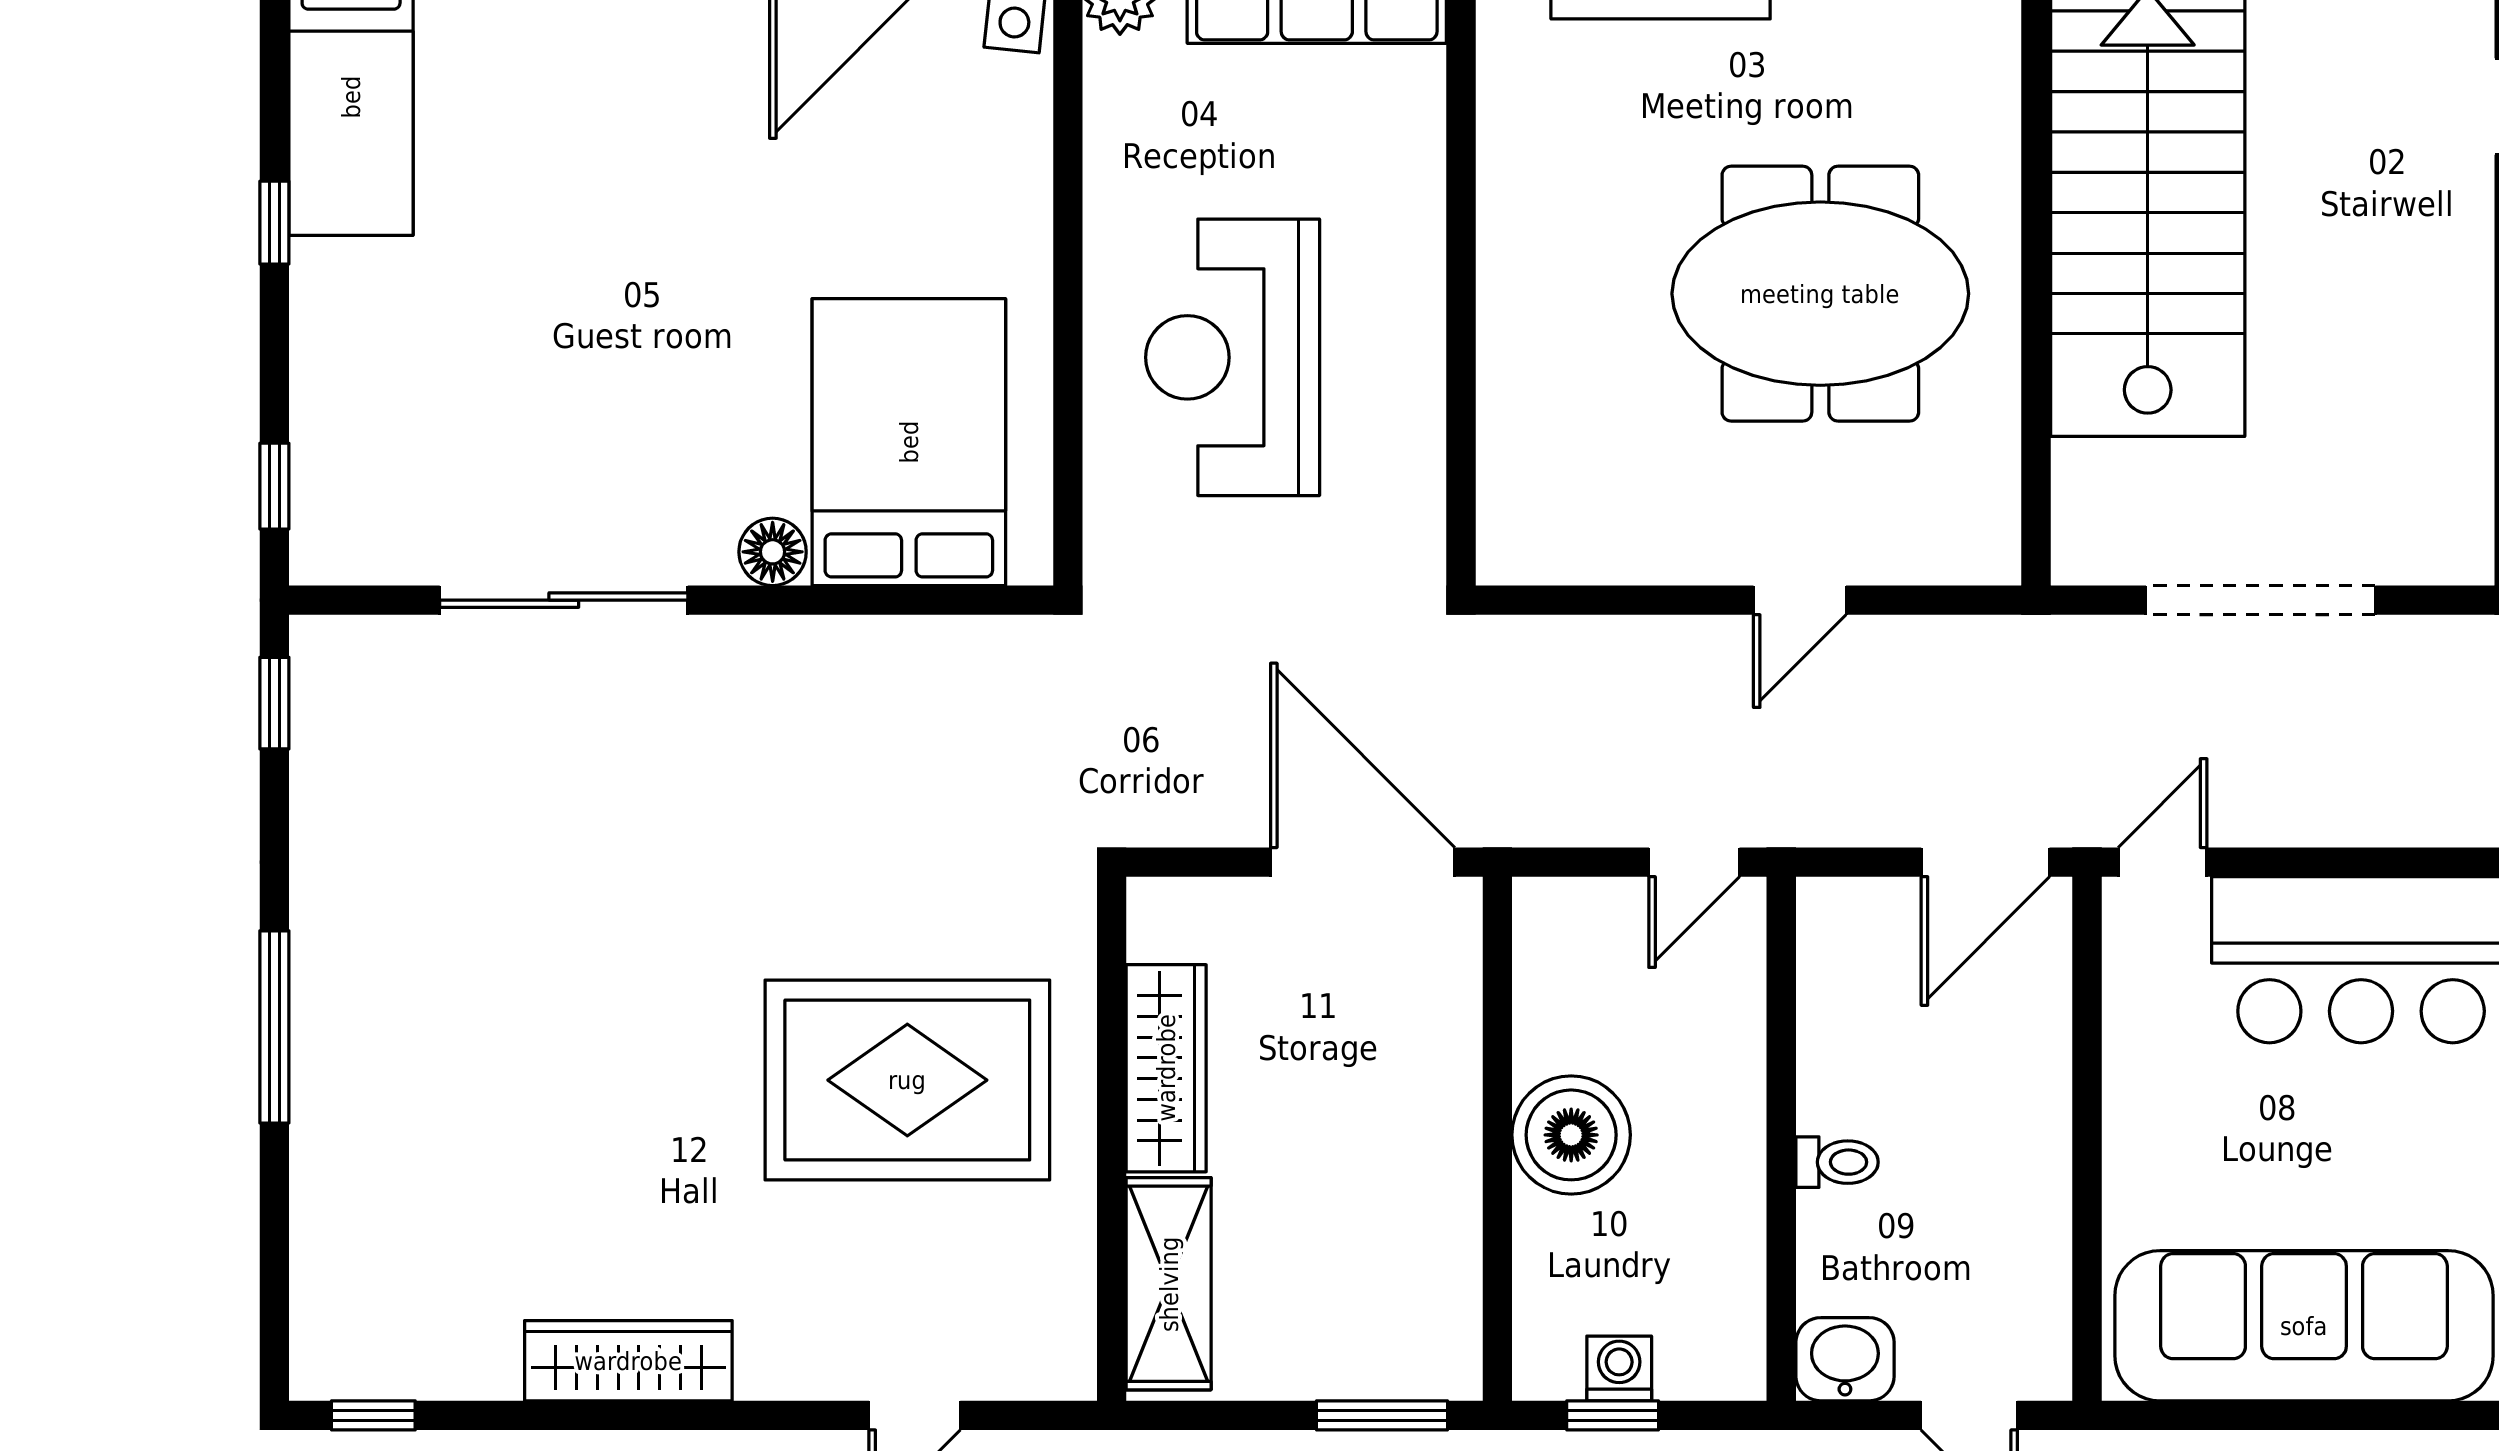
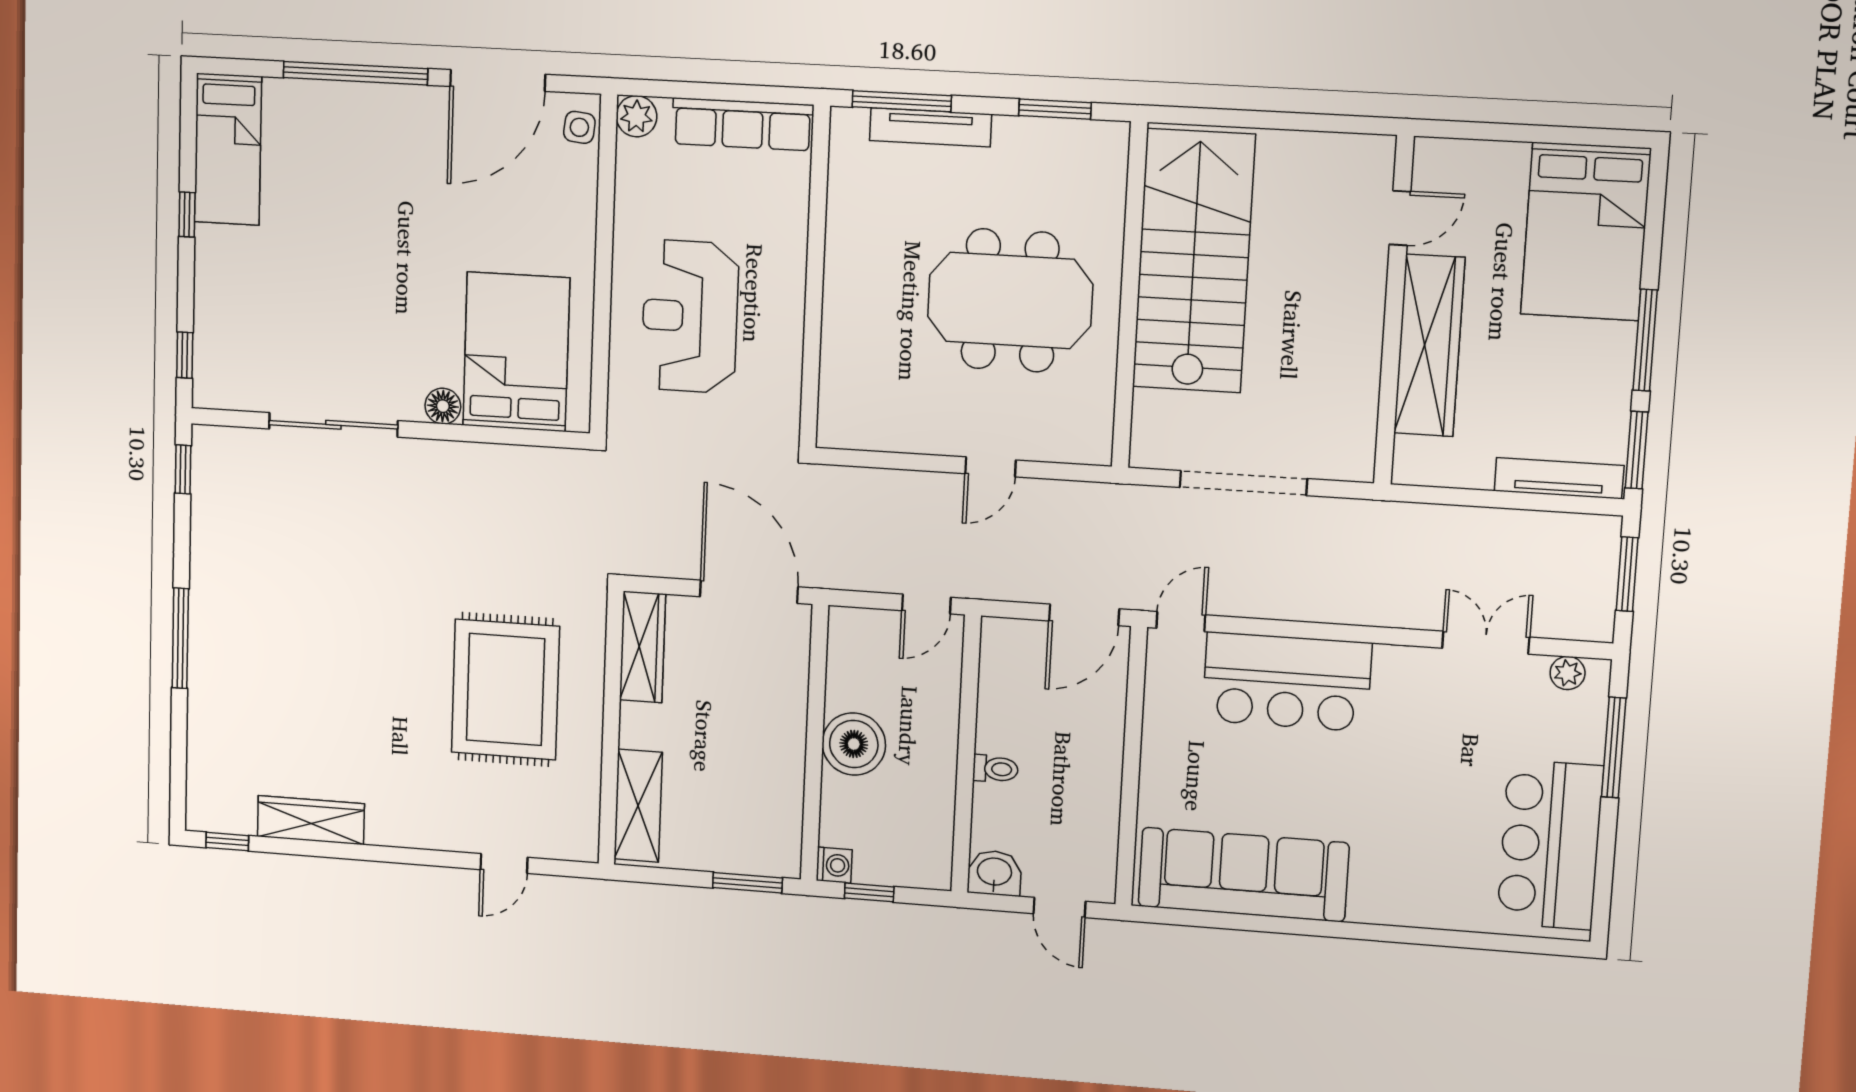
wardrobe: (1166, 1068) -> (643, 647), moved
rug: (907, 1080) -> (505, 689), turned 90
wardrobe: (628, 1361) -> (311, 820), moved
washing machine: (1619, 1368) -> (834, 865), moved, turned 90

